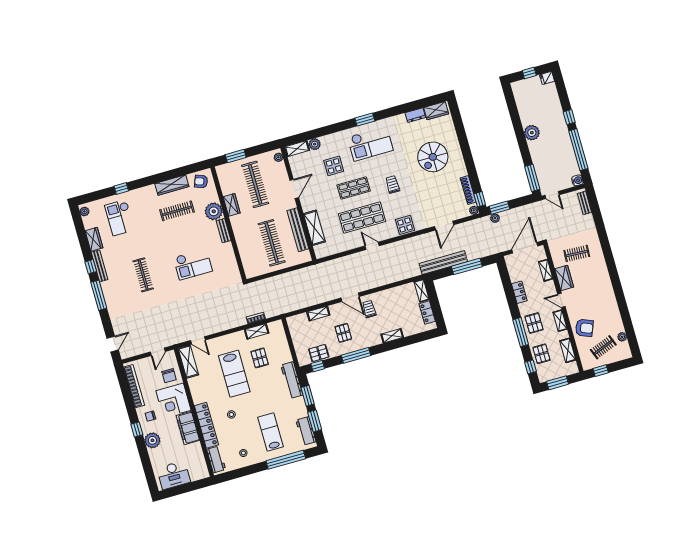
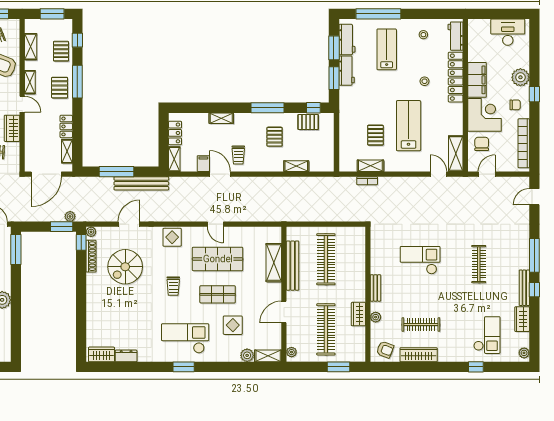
spiral stairs: (433, 157) -> (125, 267), moved, turned 180
plant: (214, 211) -> (376, 317), width x0.53, depth x0.53
shelving: (546, 270) -> (67, 151), moved
filing cabinet: (396, 294) -> (203, 164), added
door: (350, 297) -> (220, 174), moved
workbench: (292, 380) -> (347, 71), moved, width x0.73
lab bench: (270, 432) -> (387, 49), turned 180

